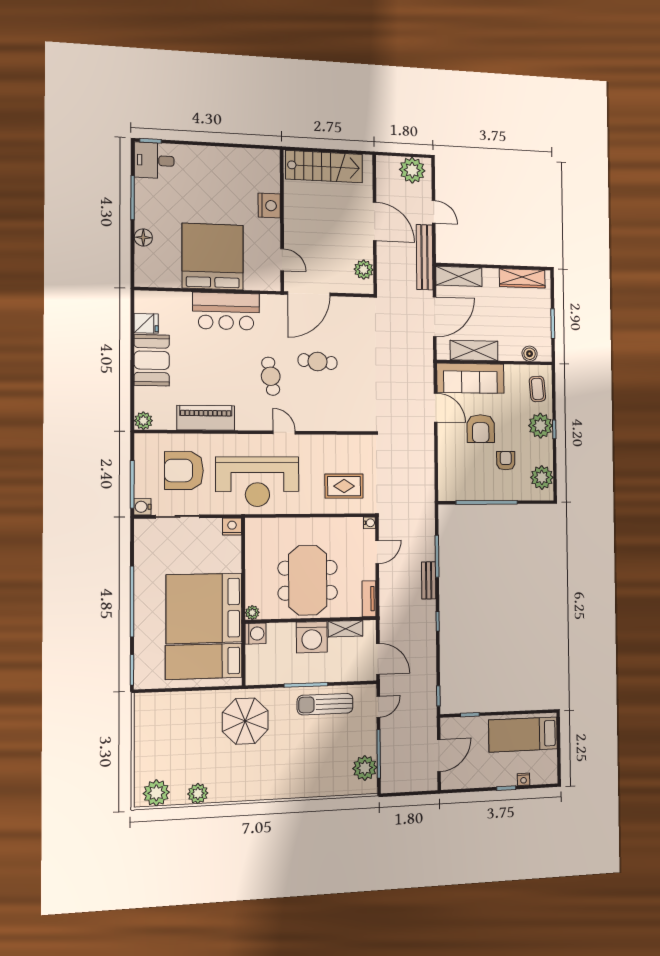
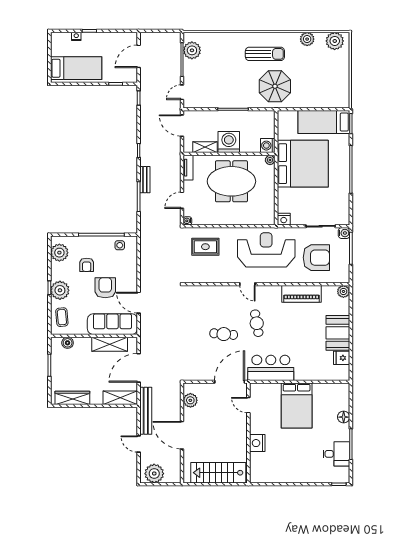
desk: (154, 160) -> (336, 454), moved
bed: (213, 257) -> (297, 406), width x0.73
bar counter: (226, 311) -> (271, 368), moved
side table: (462, 488) -> (120, 245), added
meeting table: (308, 580) -> (231, 181), turned 90
bed: (204, 661) -> (324, 122), moved, turned 180
sun lounger: (325, 704) -> (265, 54), moved

